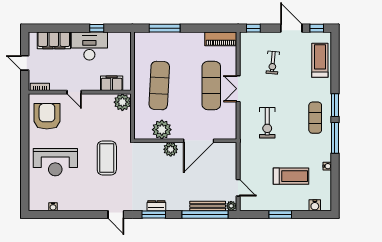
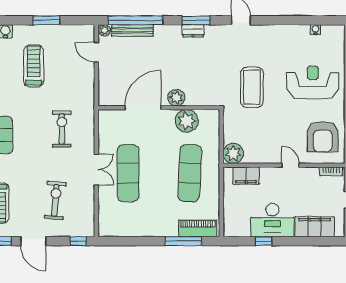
piano: (221, 39) -> (198, 228), moved
exercise bike: (273, 63) -> (55, 200), width x1.38, depth x1.39
treadmill: (291, 176) -> (34, 66), turned 90

